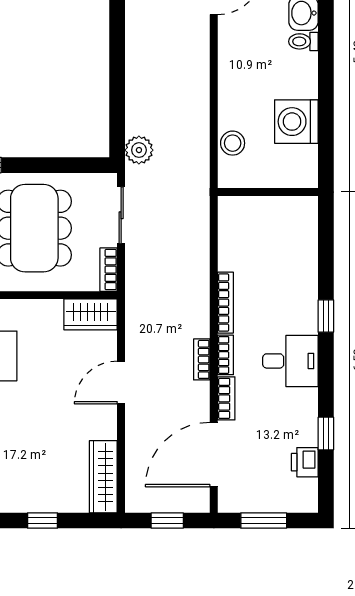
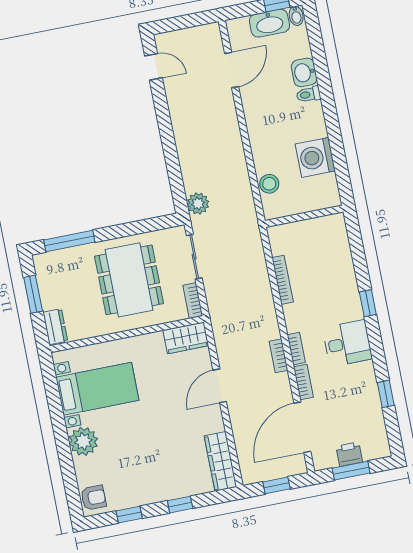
bookcase: (225, 303) -> (283, 280), moved
printer: (305, 462) -> (349, 454), moved, turned 90

